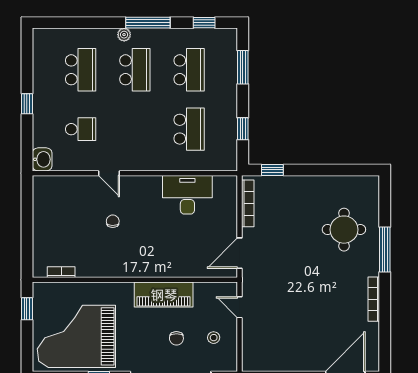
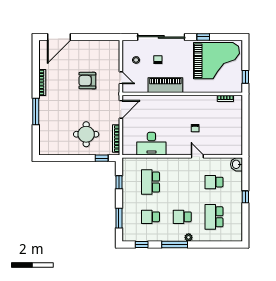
school desk: (135, 70) -> (182, 217), width x0.54
school desk: (189, 70) -> (150, 217), width x0.54
round table: (344, 230) -> (86, 134), moved
armchair: (297, 302) -> (87, 81), added

